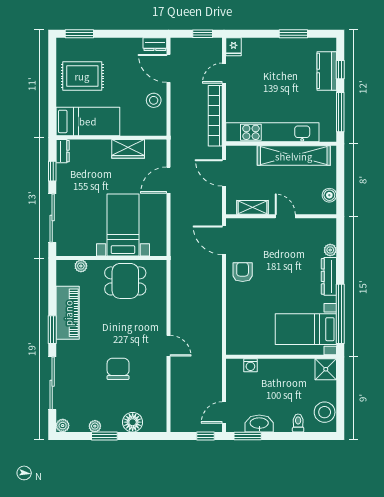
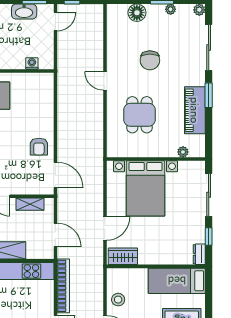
wardrobe: (128, 149) -> (123, 256), moved
bed with nightstands: (123, 225) -> (145, 188), width x1.36
dining table: (125, 281) -> (140, 115), moved, turned 90

